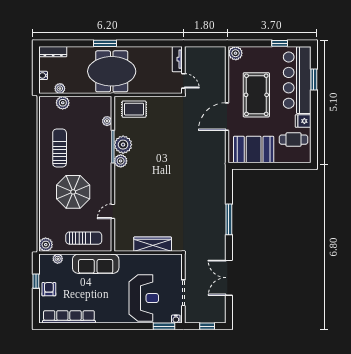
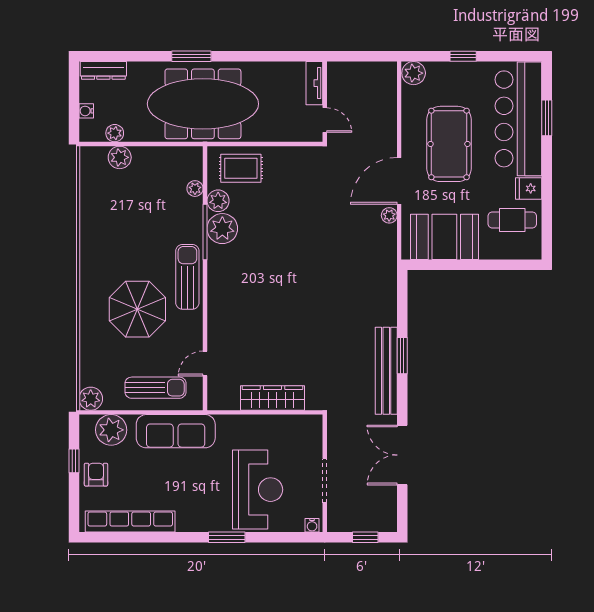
window: (280, 43) -> (463, 56), moved
meeting table: (112, 71) -> (203, 104), width x1.36
plant: (221, 137) -> (389, 215), added
sun lounger: (60, 148) -> (187, 277), moved
plant: (121, 161) -> (218, 201), moved
door: (113, 211) -> (205, 363), moved
window: (229, 219) -> (402, 356), width x0.69
bench: (219, 228) -> (386, 371), added
plant: (58, 259) -> (111, 430), width x1.88, depth x1.88
window: (164, 326) -> (227, 537), moved

